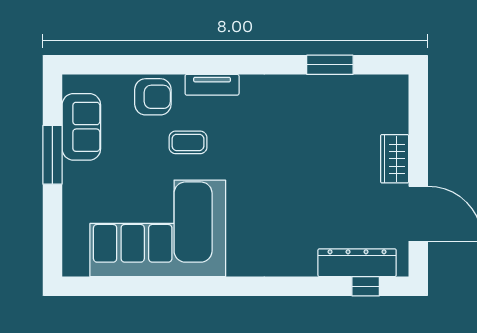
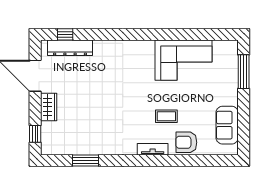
window: (418, 112) -> (35, 134), added
window: (52, 155) -> (244, 72), moved
corner sofa: (158, 228) -> (184, 60), width x0.73, depth x0.74

